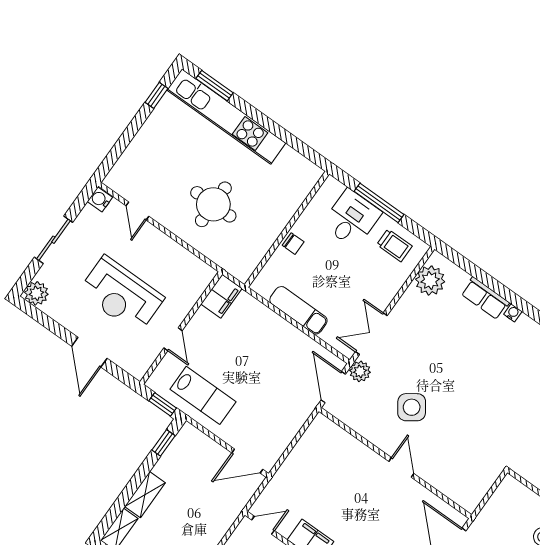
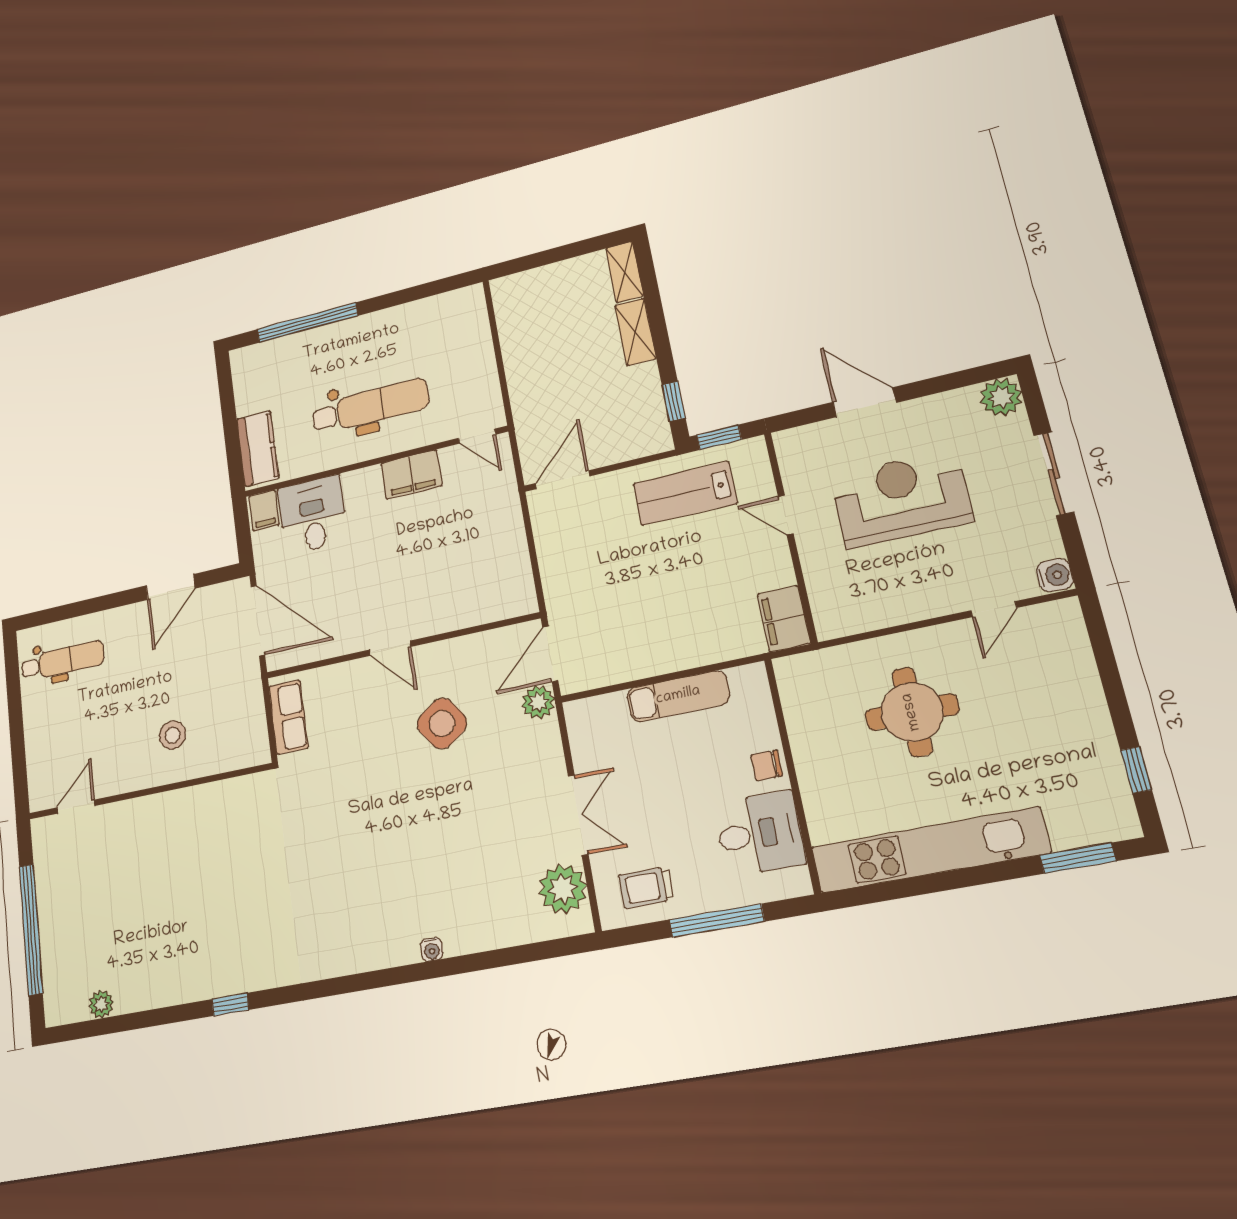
kitchen unit: (226, 116) -> (929, 850), moved
door: (137, 211) -> (994, 609), swing flipped
desk: (352, 219) -> (759, 833), moved, turned -90
row of seats: (485, 298) -> (288, 717), moved, turned 90
double door: (371, 334) -> (578, 815), moved
door: (333, 387) -> (550, 654), swing flipped
door: (263, 525) -> (477, 436), hinge flipped

